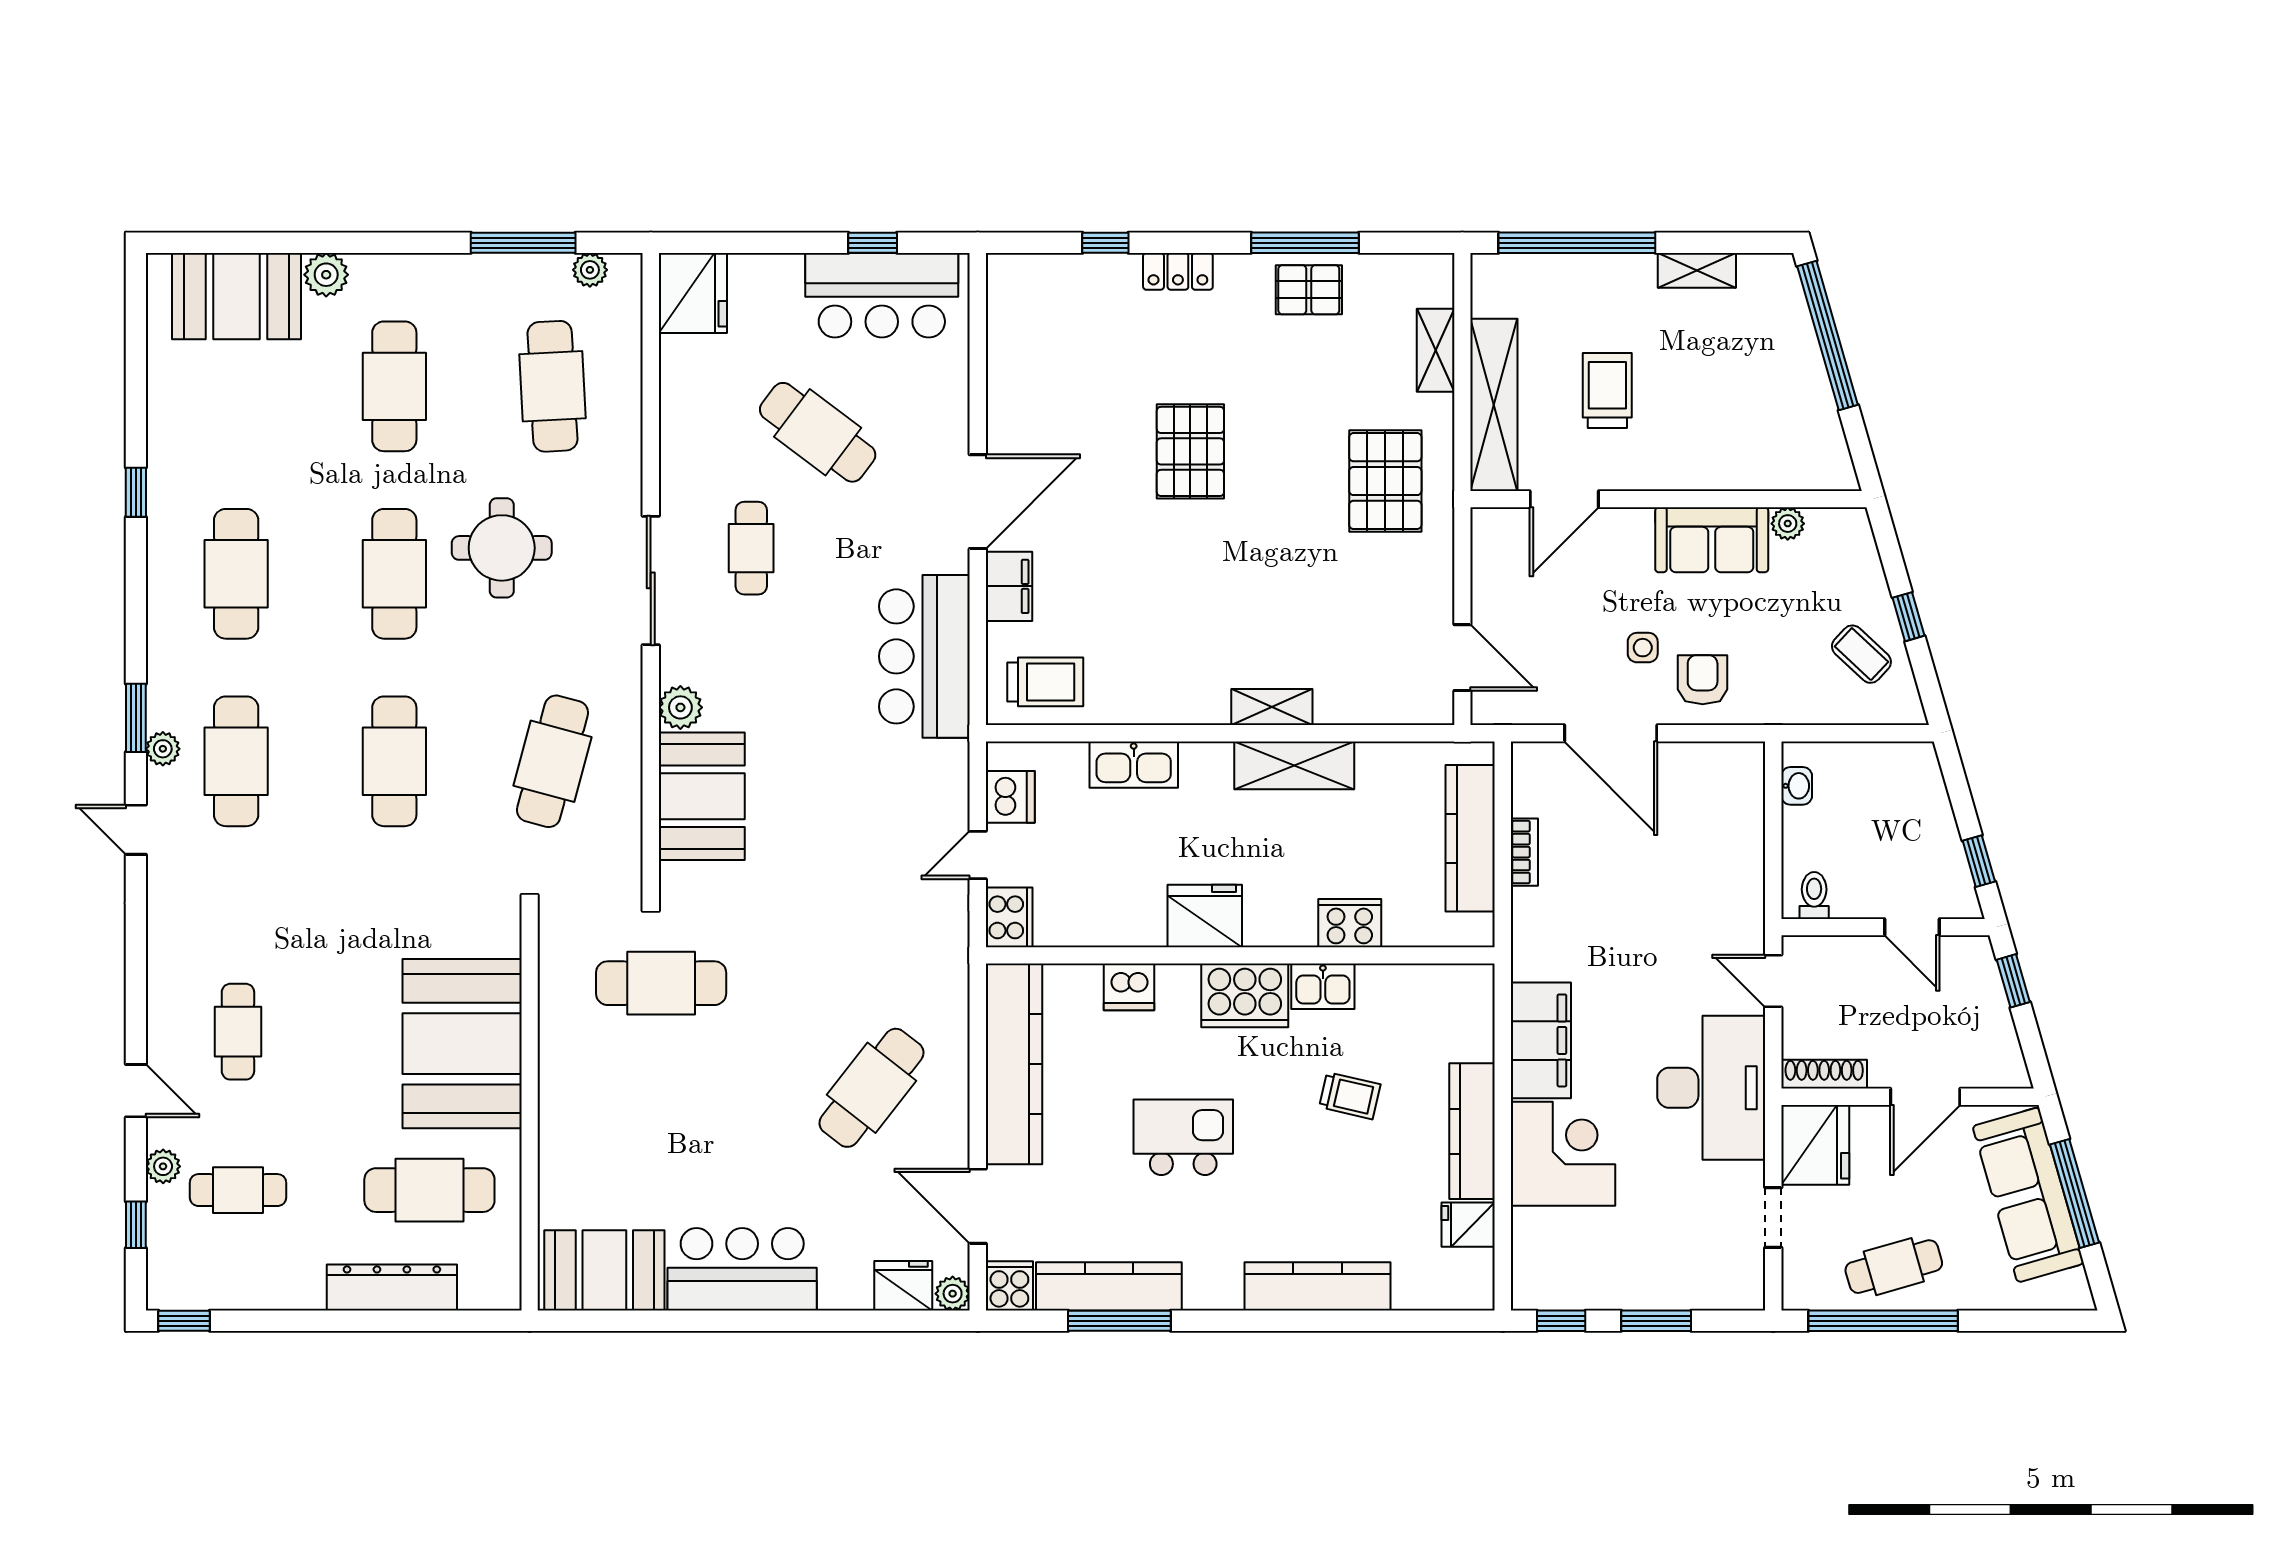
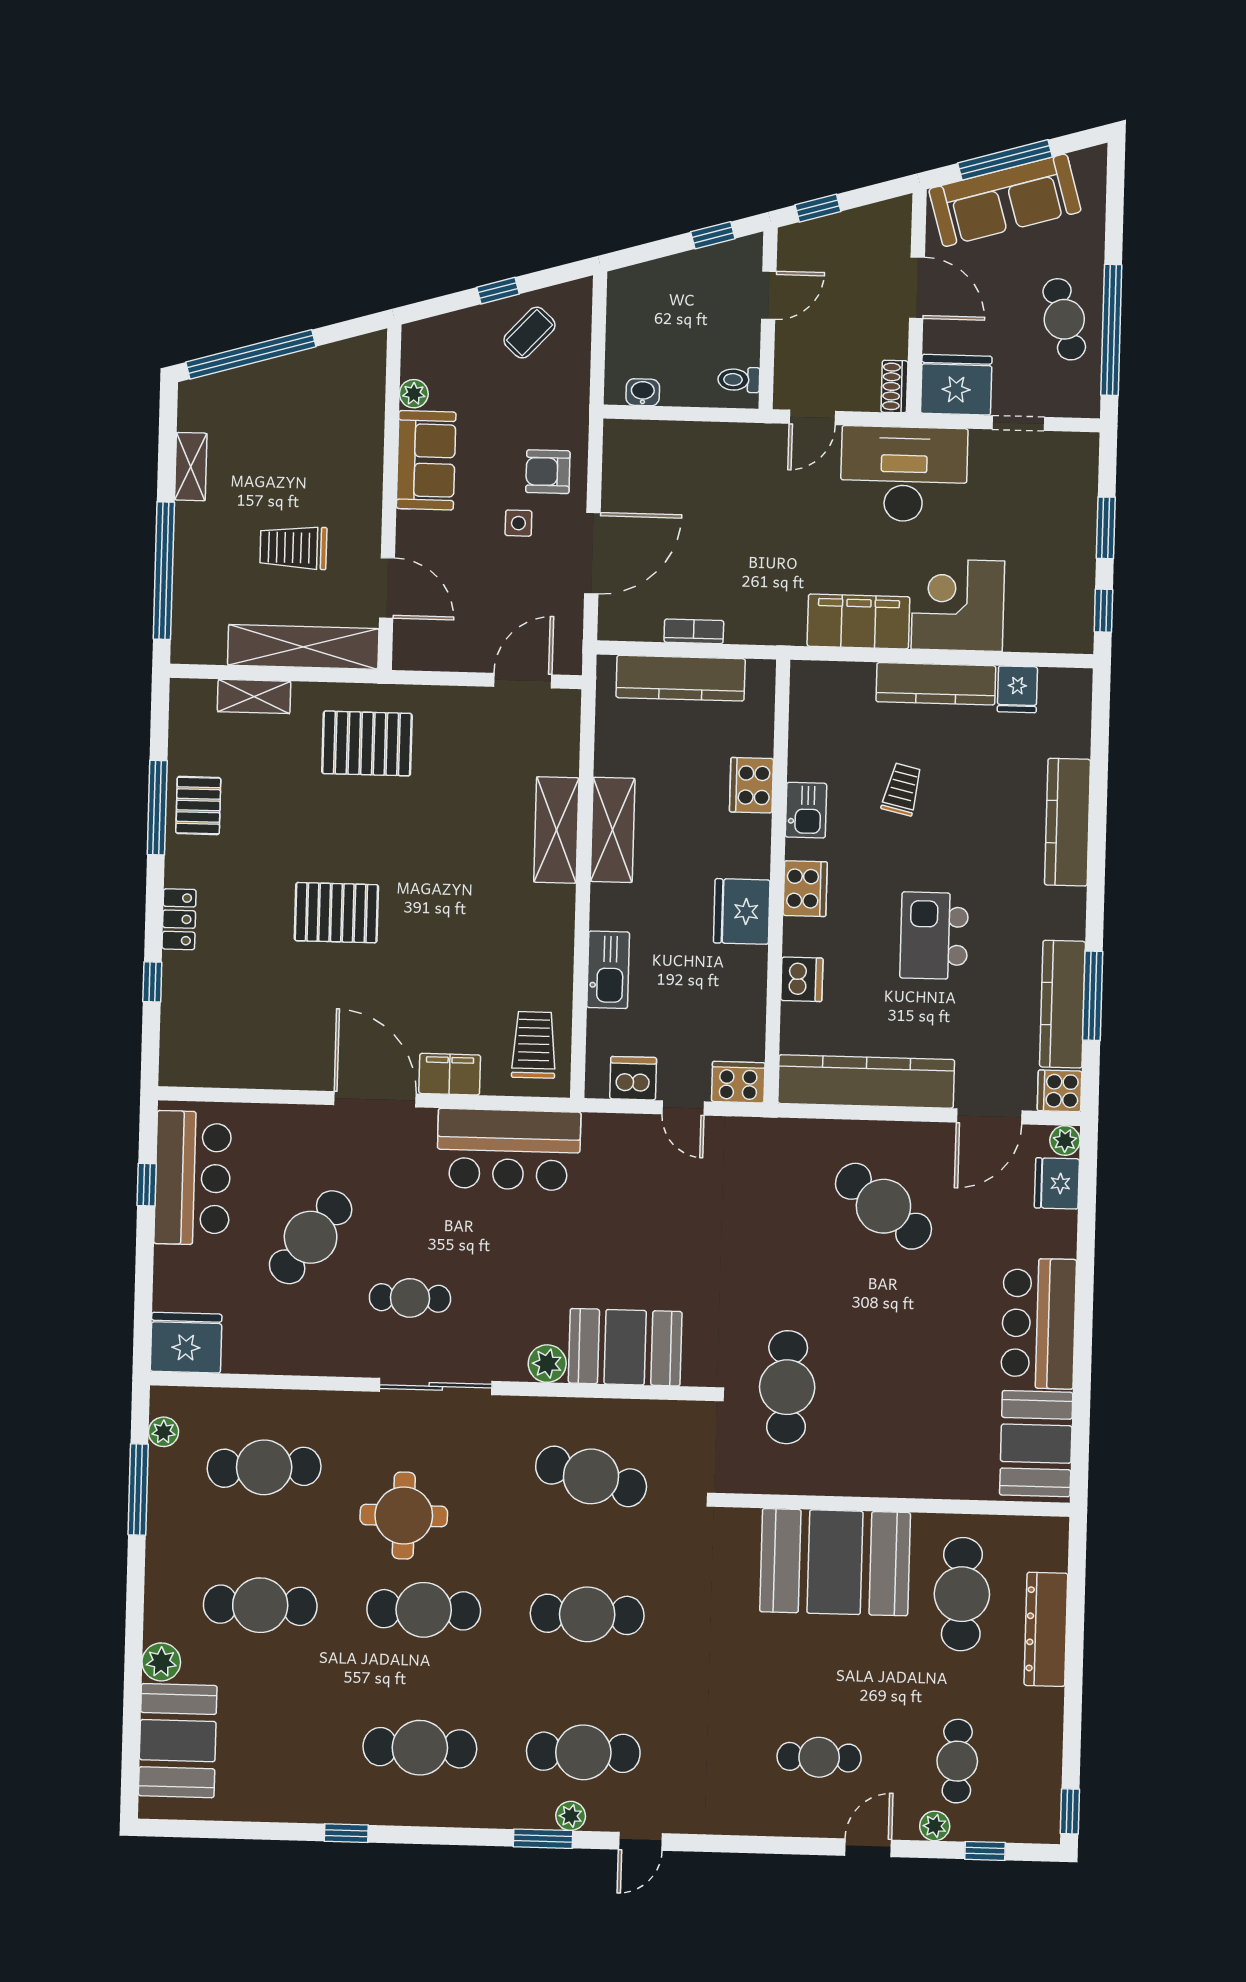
shelving: (1272, 707) -> (556, 830), width x1.50, depth x1.33
cooker: (1245, 995) -> (805, 889), width x0.73, depth x0.76
shoe rack: (1824, 1074) -> (894, 386), width x0.70

